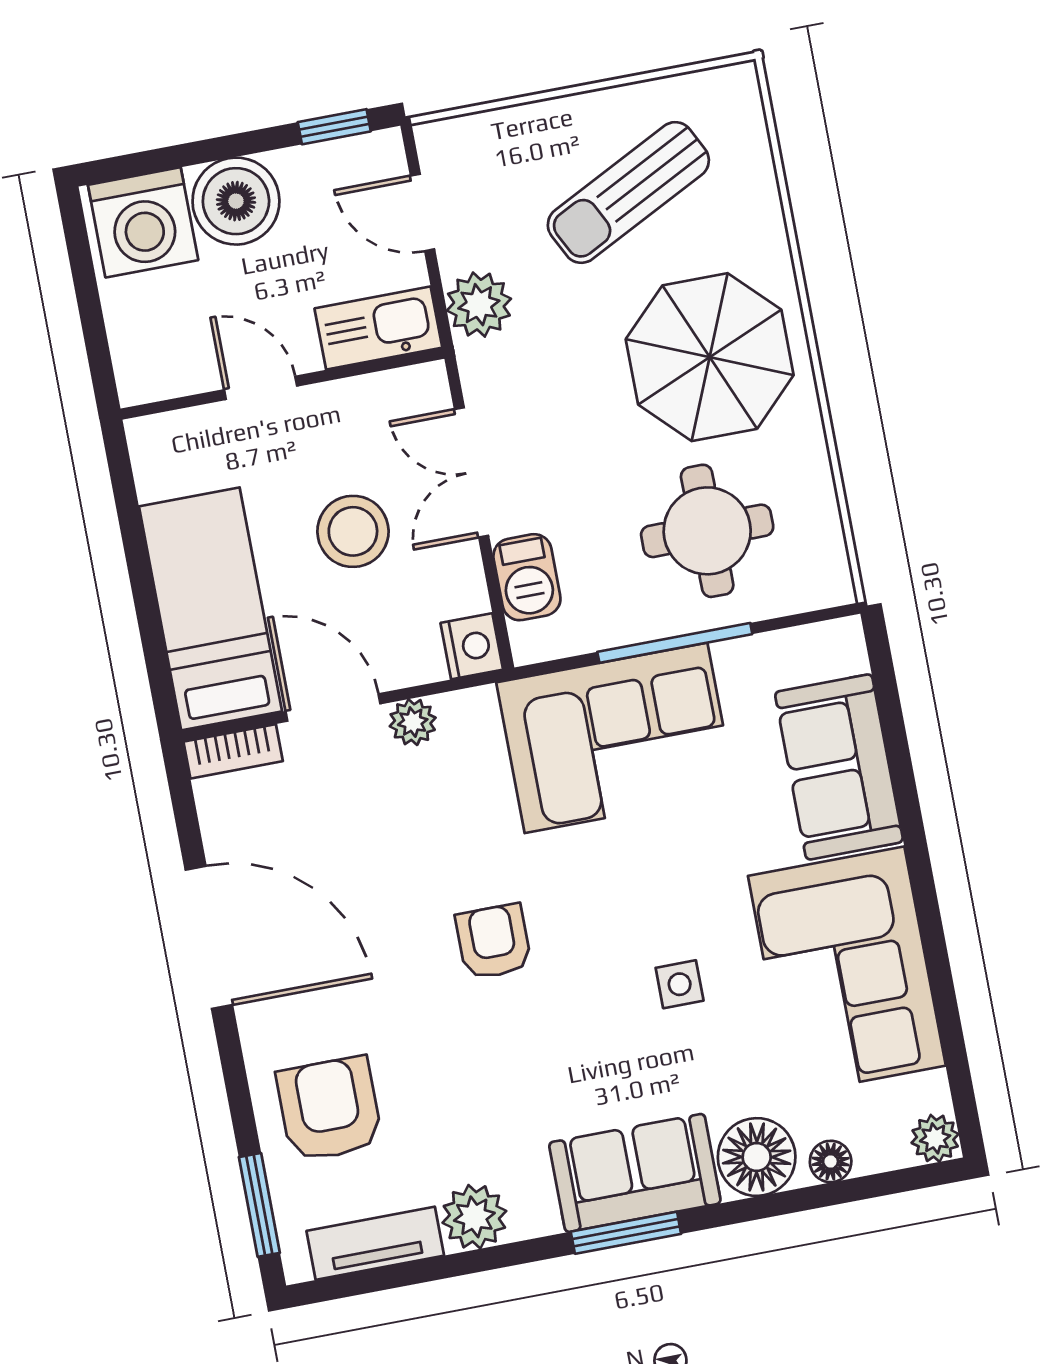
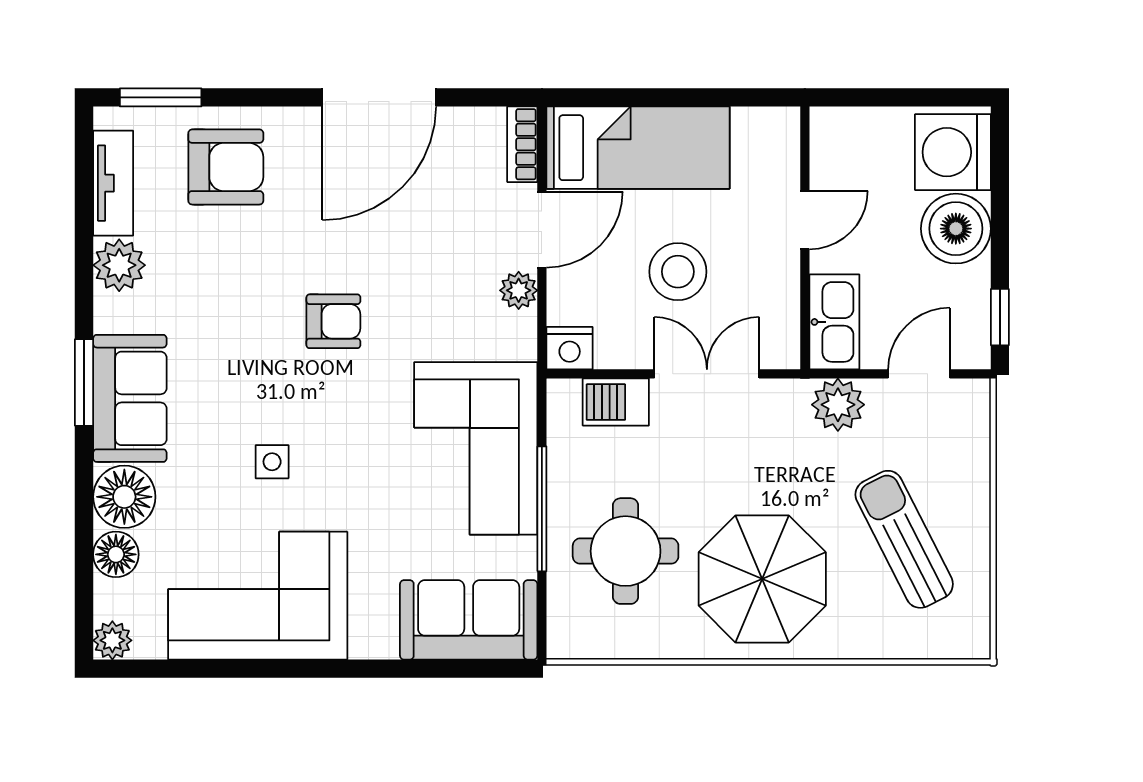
sofa: (839, 767) -> (469, 620), moved
floor lamp: (831, 1161) -> (116, 554), width x1.37, depth x1.37

